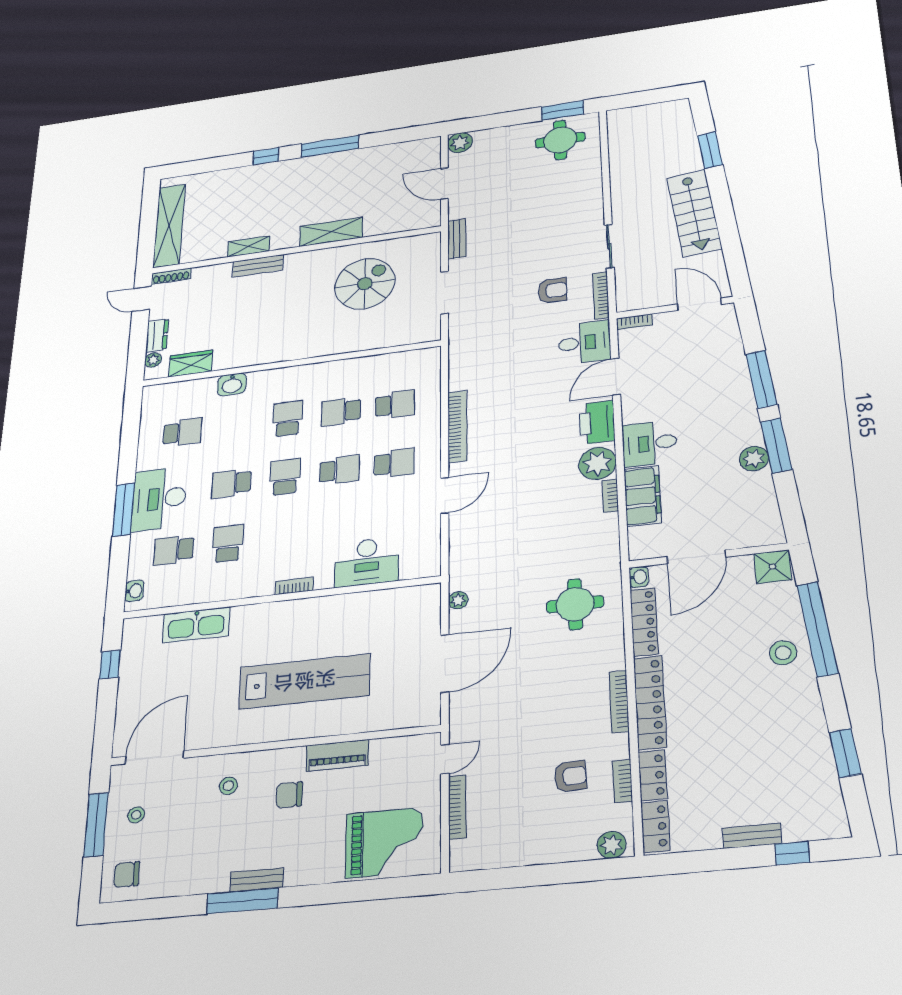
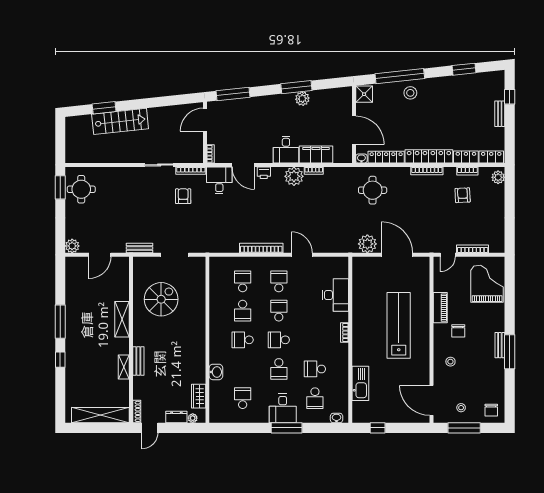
stairs: (694, 213) -> (120, 121), moved
spiral stairs: (365, 284) -> (161, 299), turned 90
window: (761, 379) -> (233, 94), moved
printer: (597, 422) -> (264, 173), width x0.53, depth x0.68
desk: (159, 499) -> (283, 408), width x0.73
plant: (458, 600) -> (367, 244), width x1.88, depth x1.88
door: (445, 759) -> (448, 255), swing flipped

